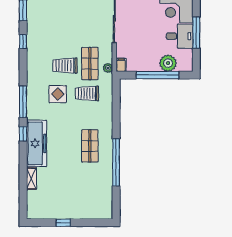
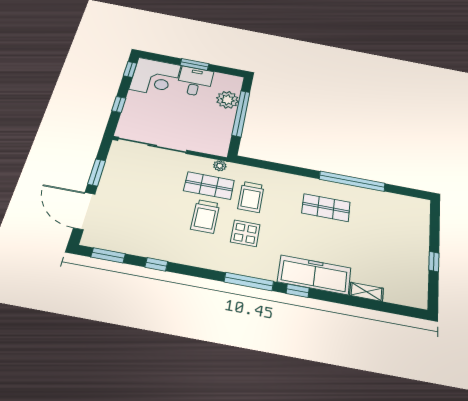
window: (196, 33) -> (195, 64), width x0.69
filing cabinet: (121, 65) -> (219, 150), removed

